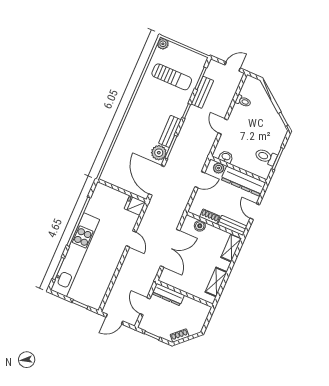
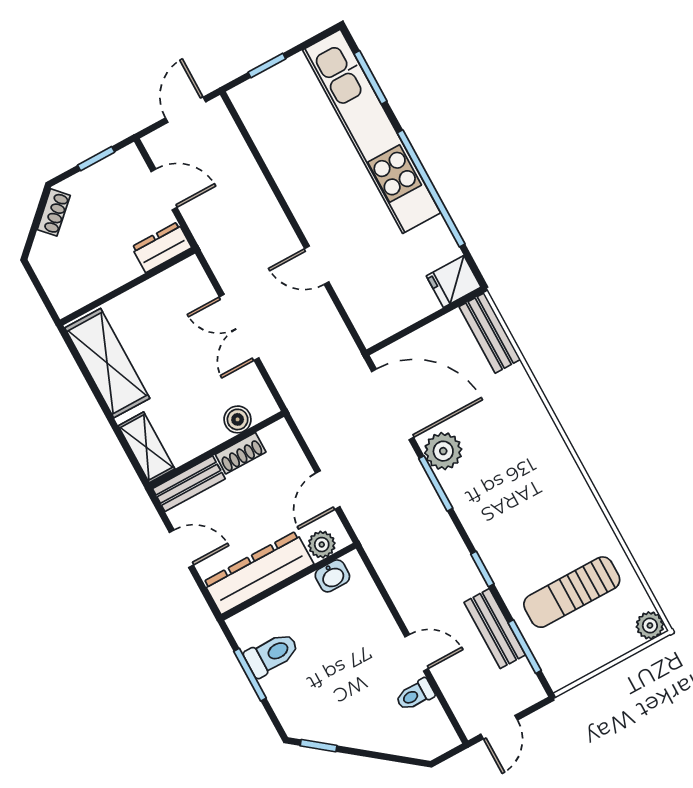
door: (223, 126) -> (417, 653), moved
bench: (170, 131) -> (490, 333), moved
fridge: (135, 205) -> (454, 282), moved, turned 180
double door: (170, 248) -> (239, 327), width x0.73
shelving: (216, 282) -> (107, 363), width x1.50, depth x1.33
dresser: (168, 294) -> (162, 247), width x0.70

